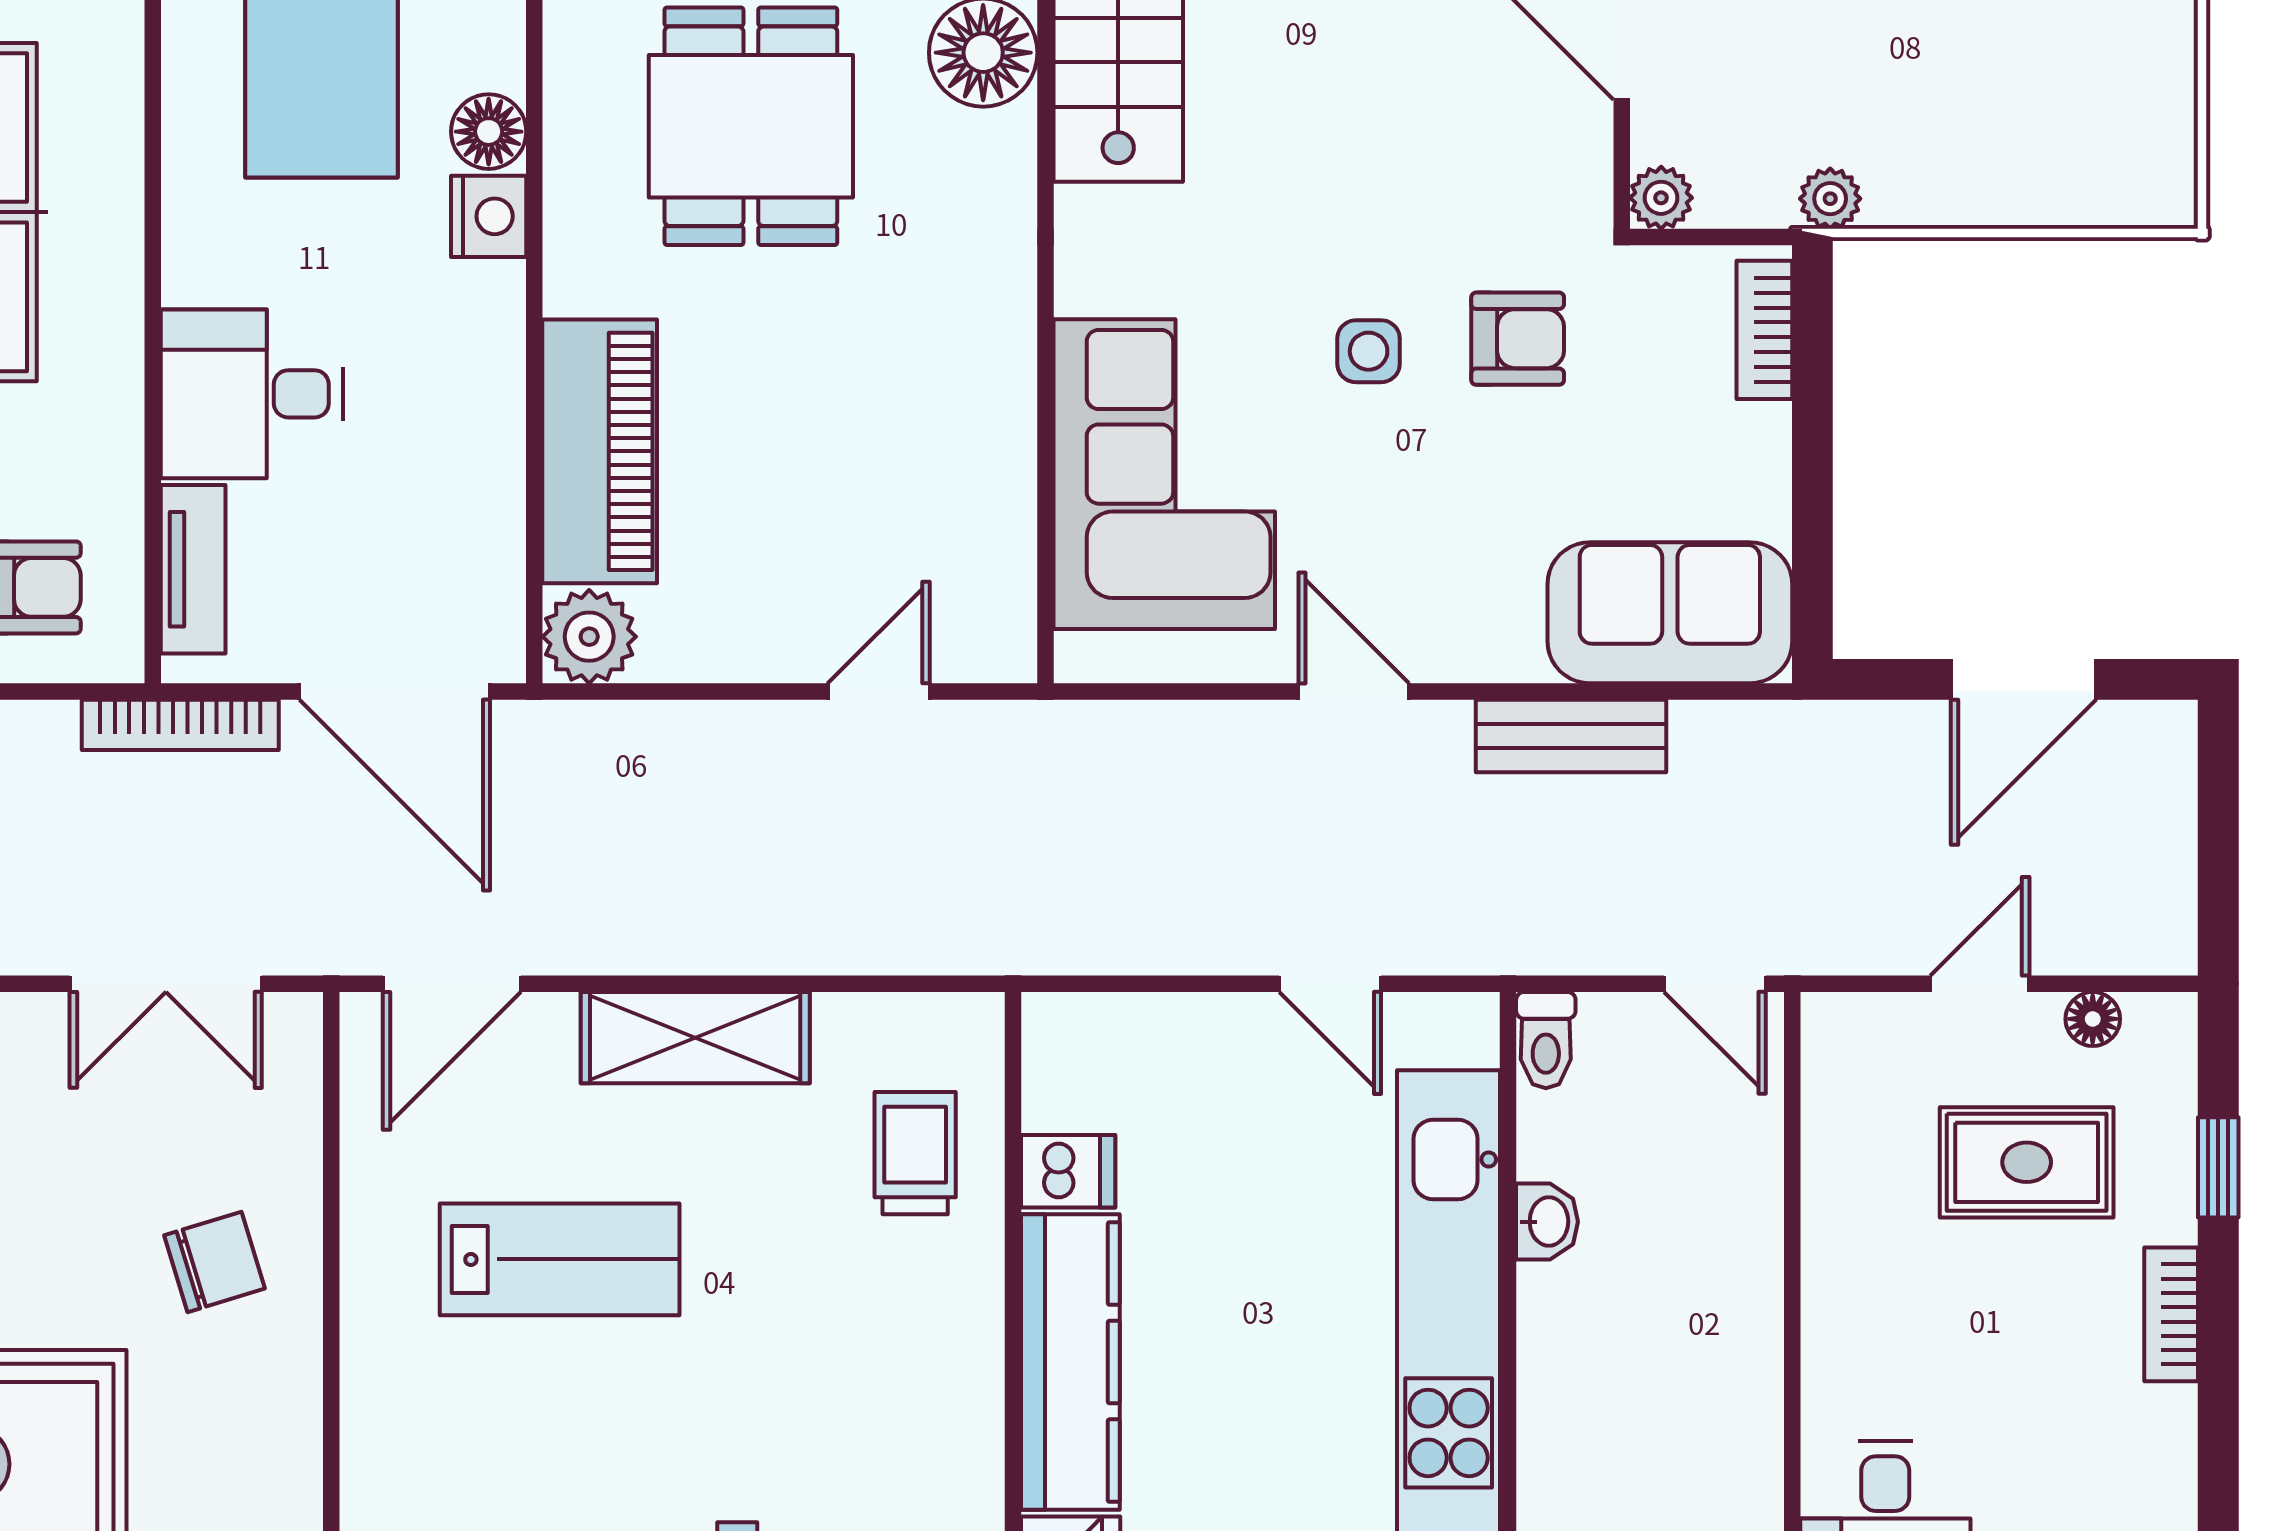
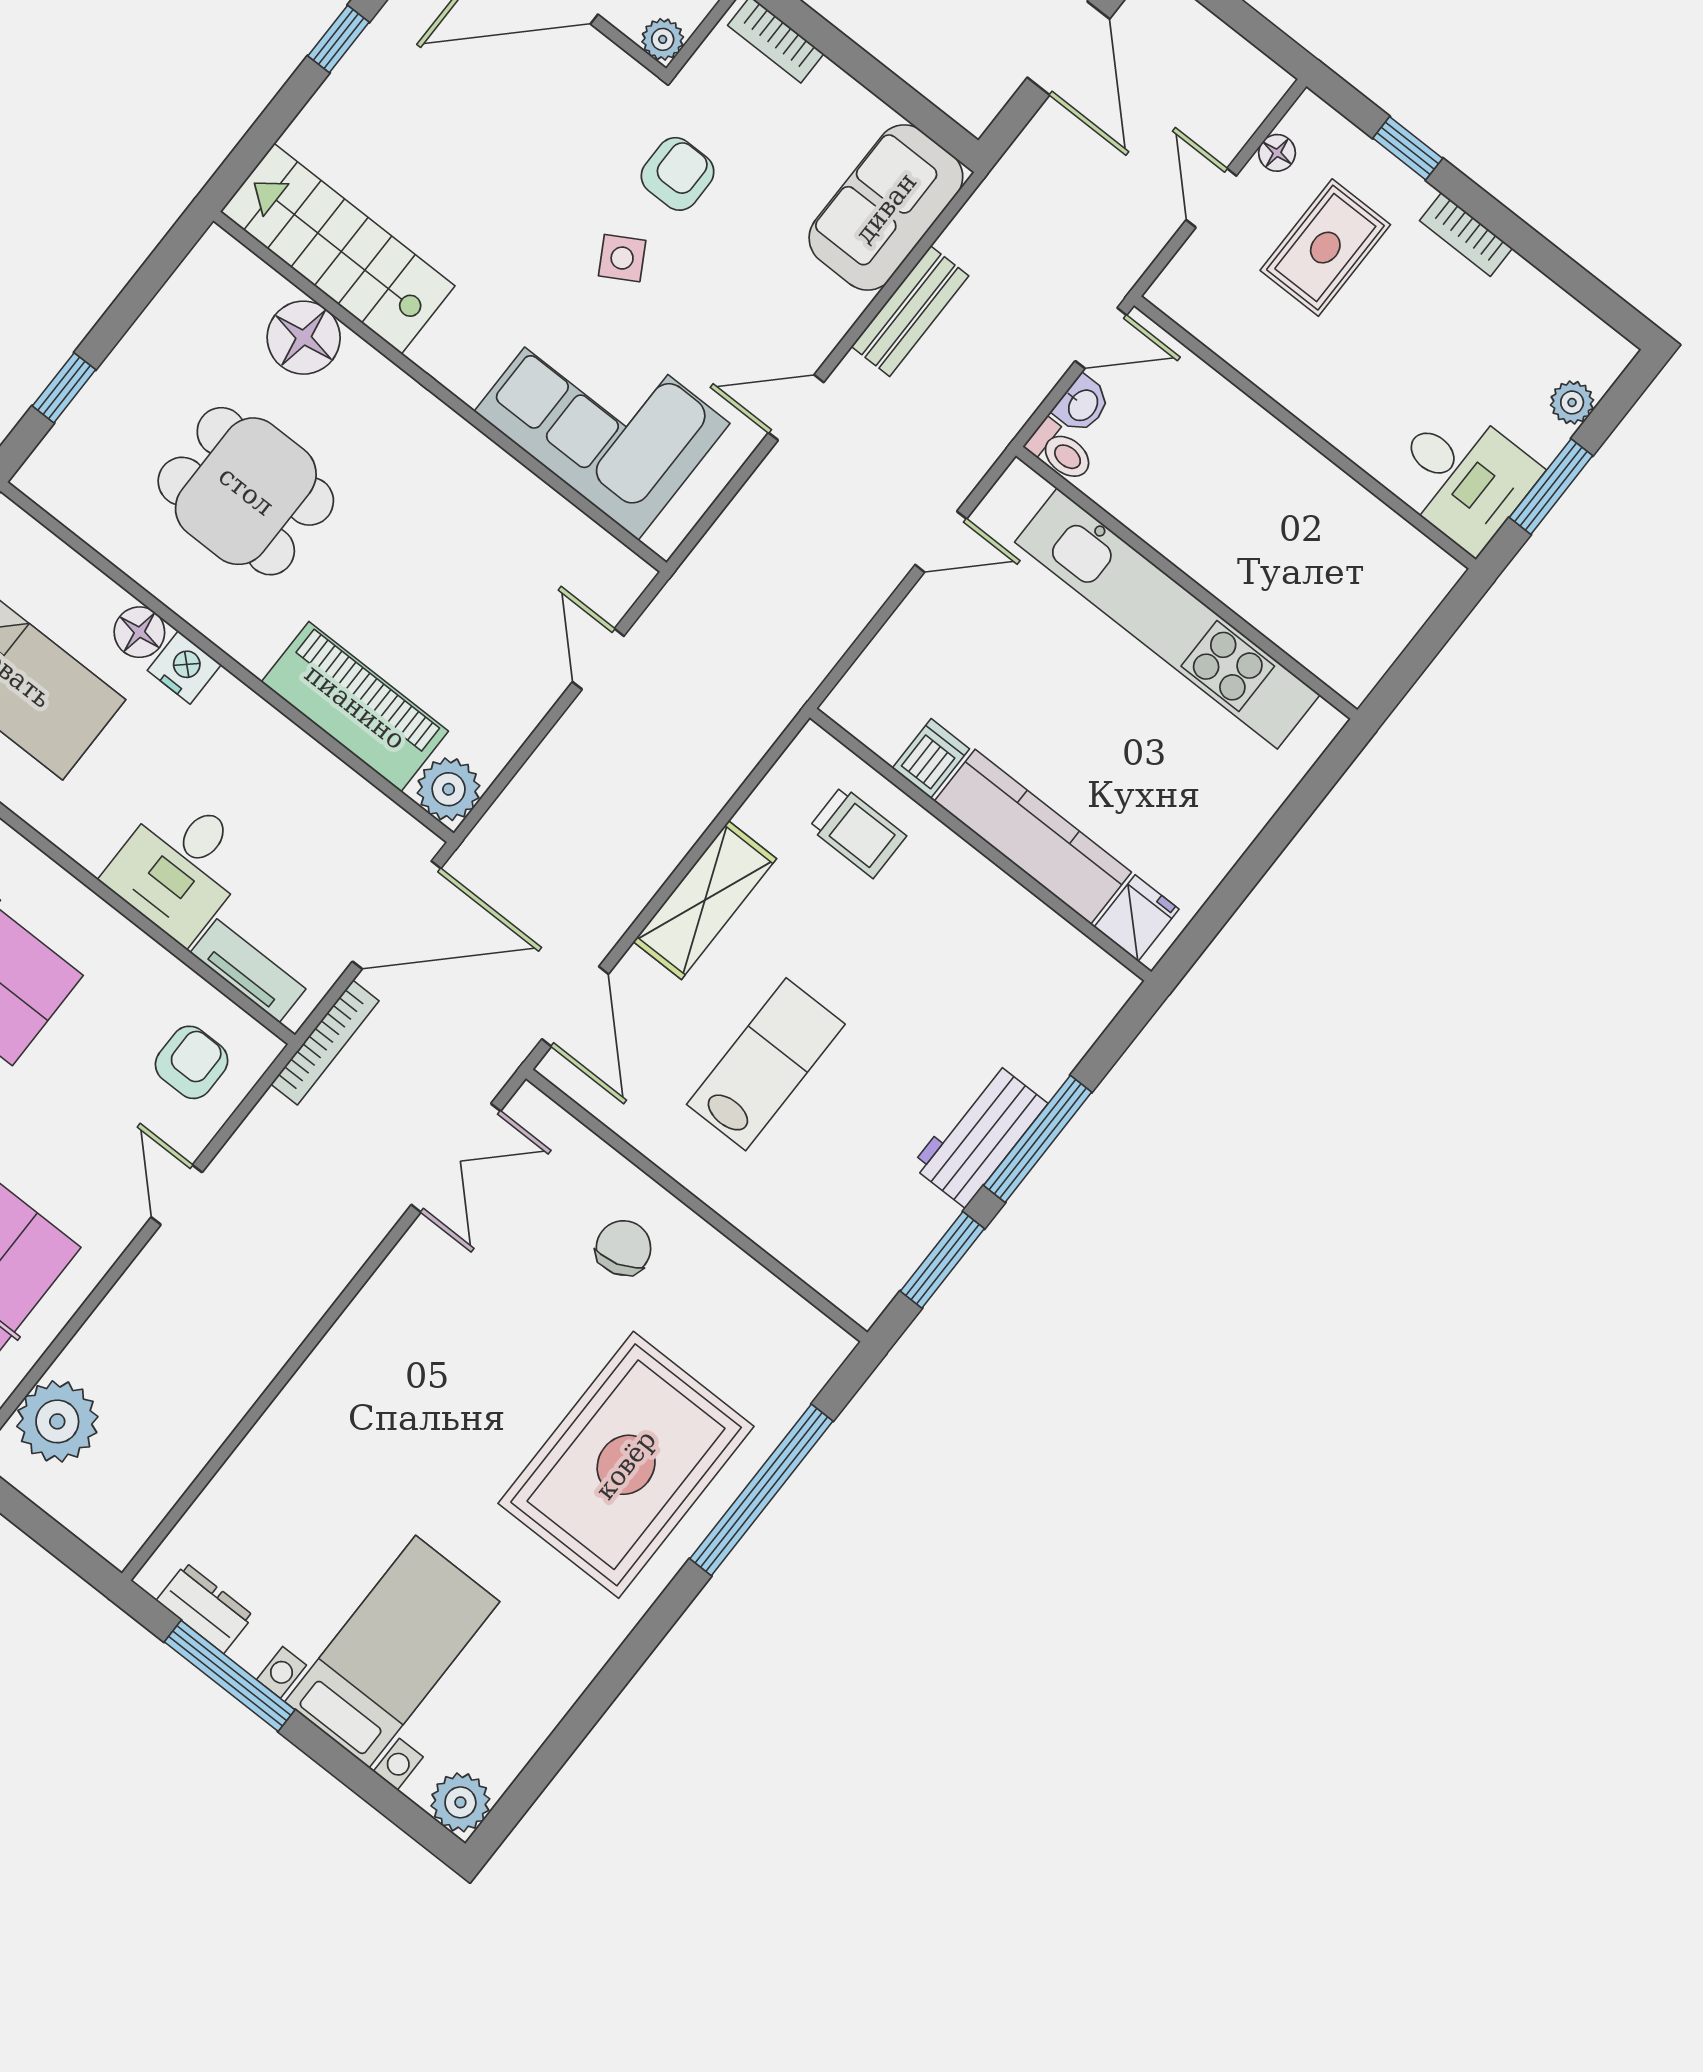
side table: (1369, 351) -> (622, 258), turned -30
trolley: (915, 1153) -> (858, 832), turned 180
washbasin: (1547, 1222) -> (1082, 405), moved, turned 90

